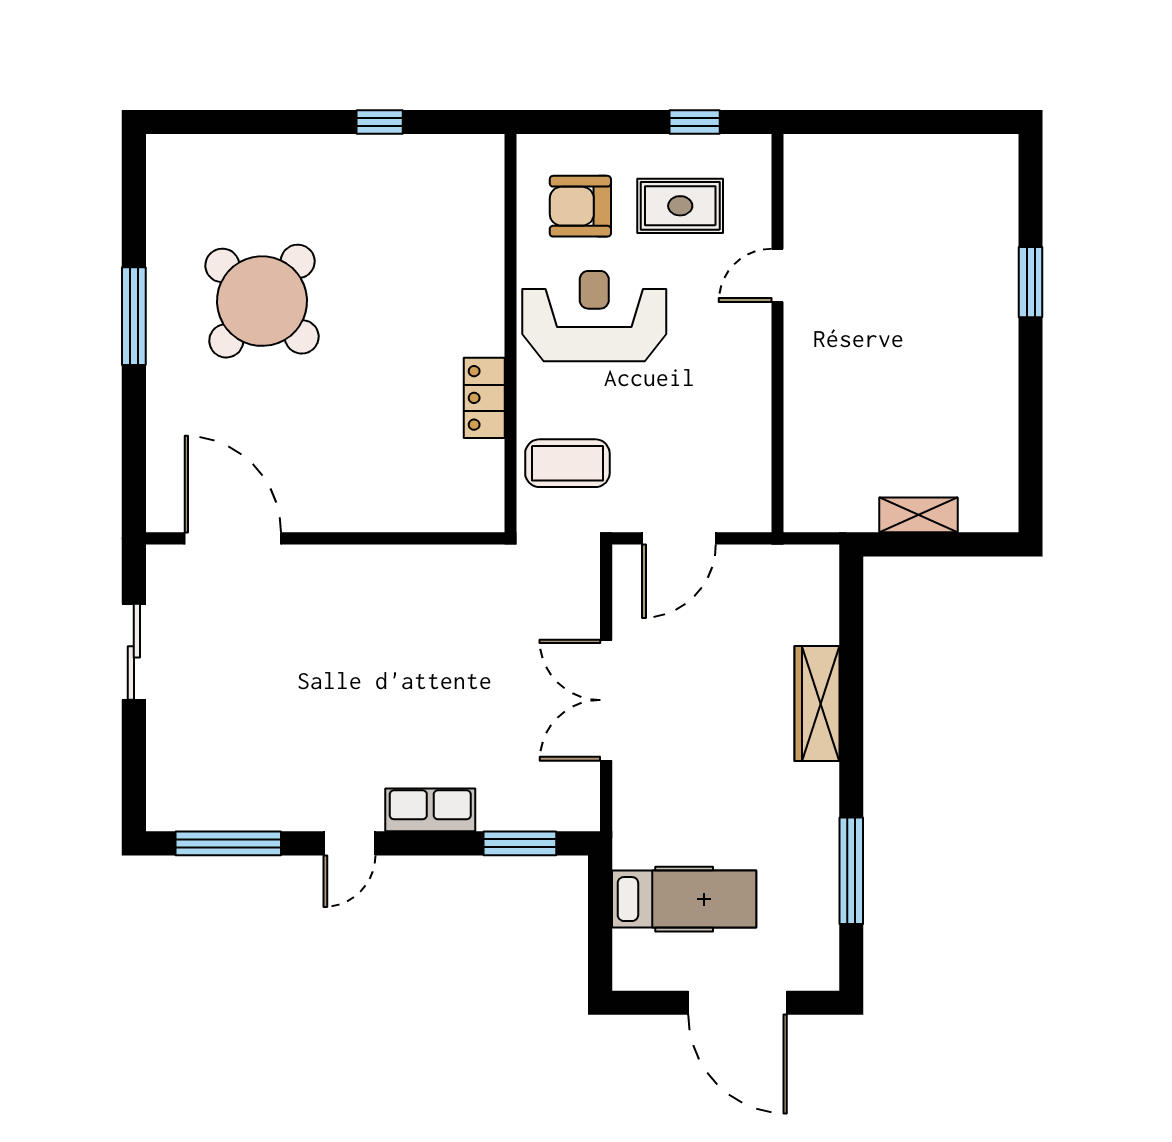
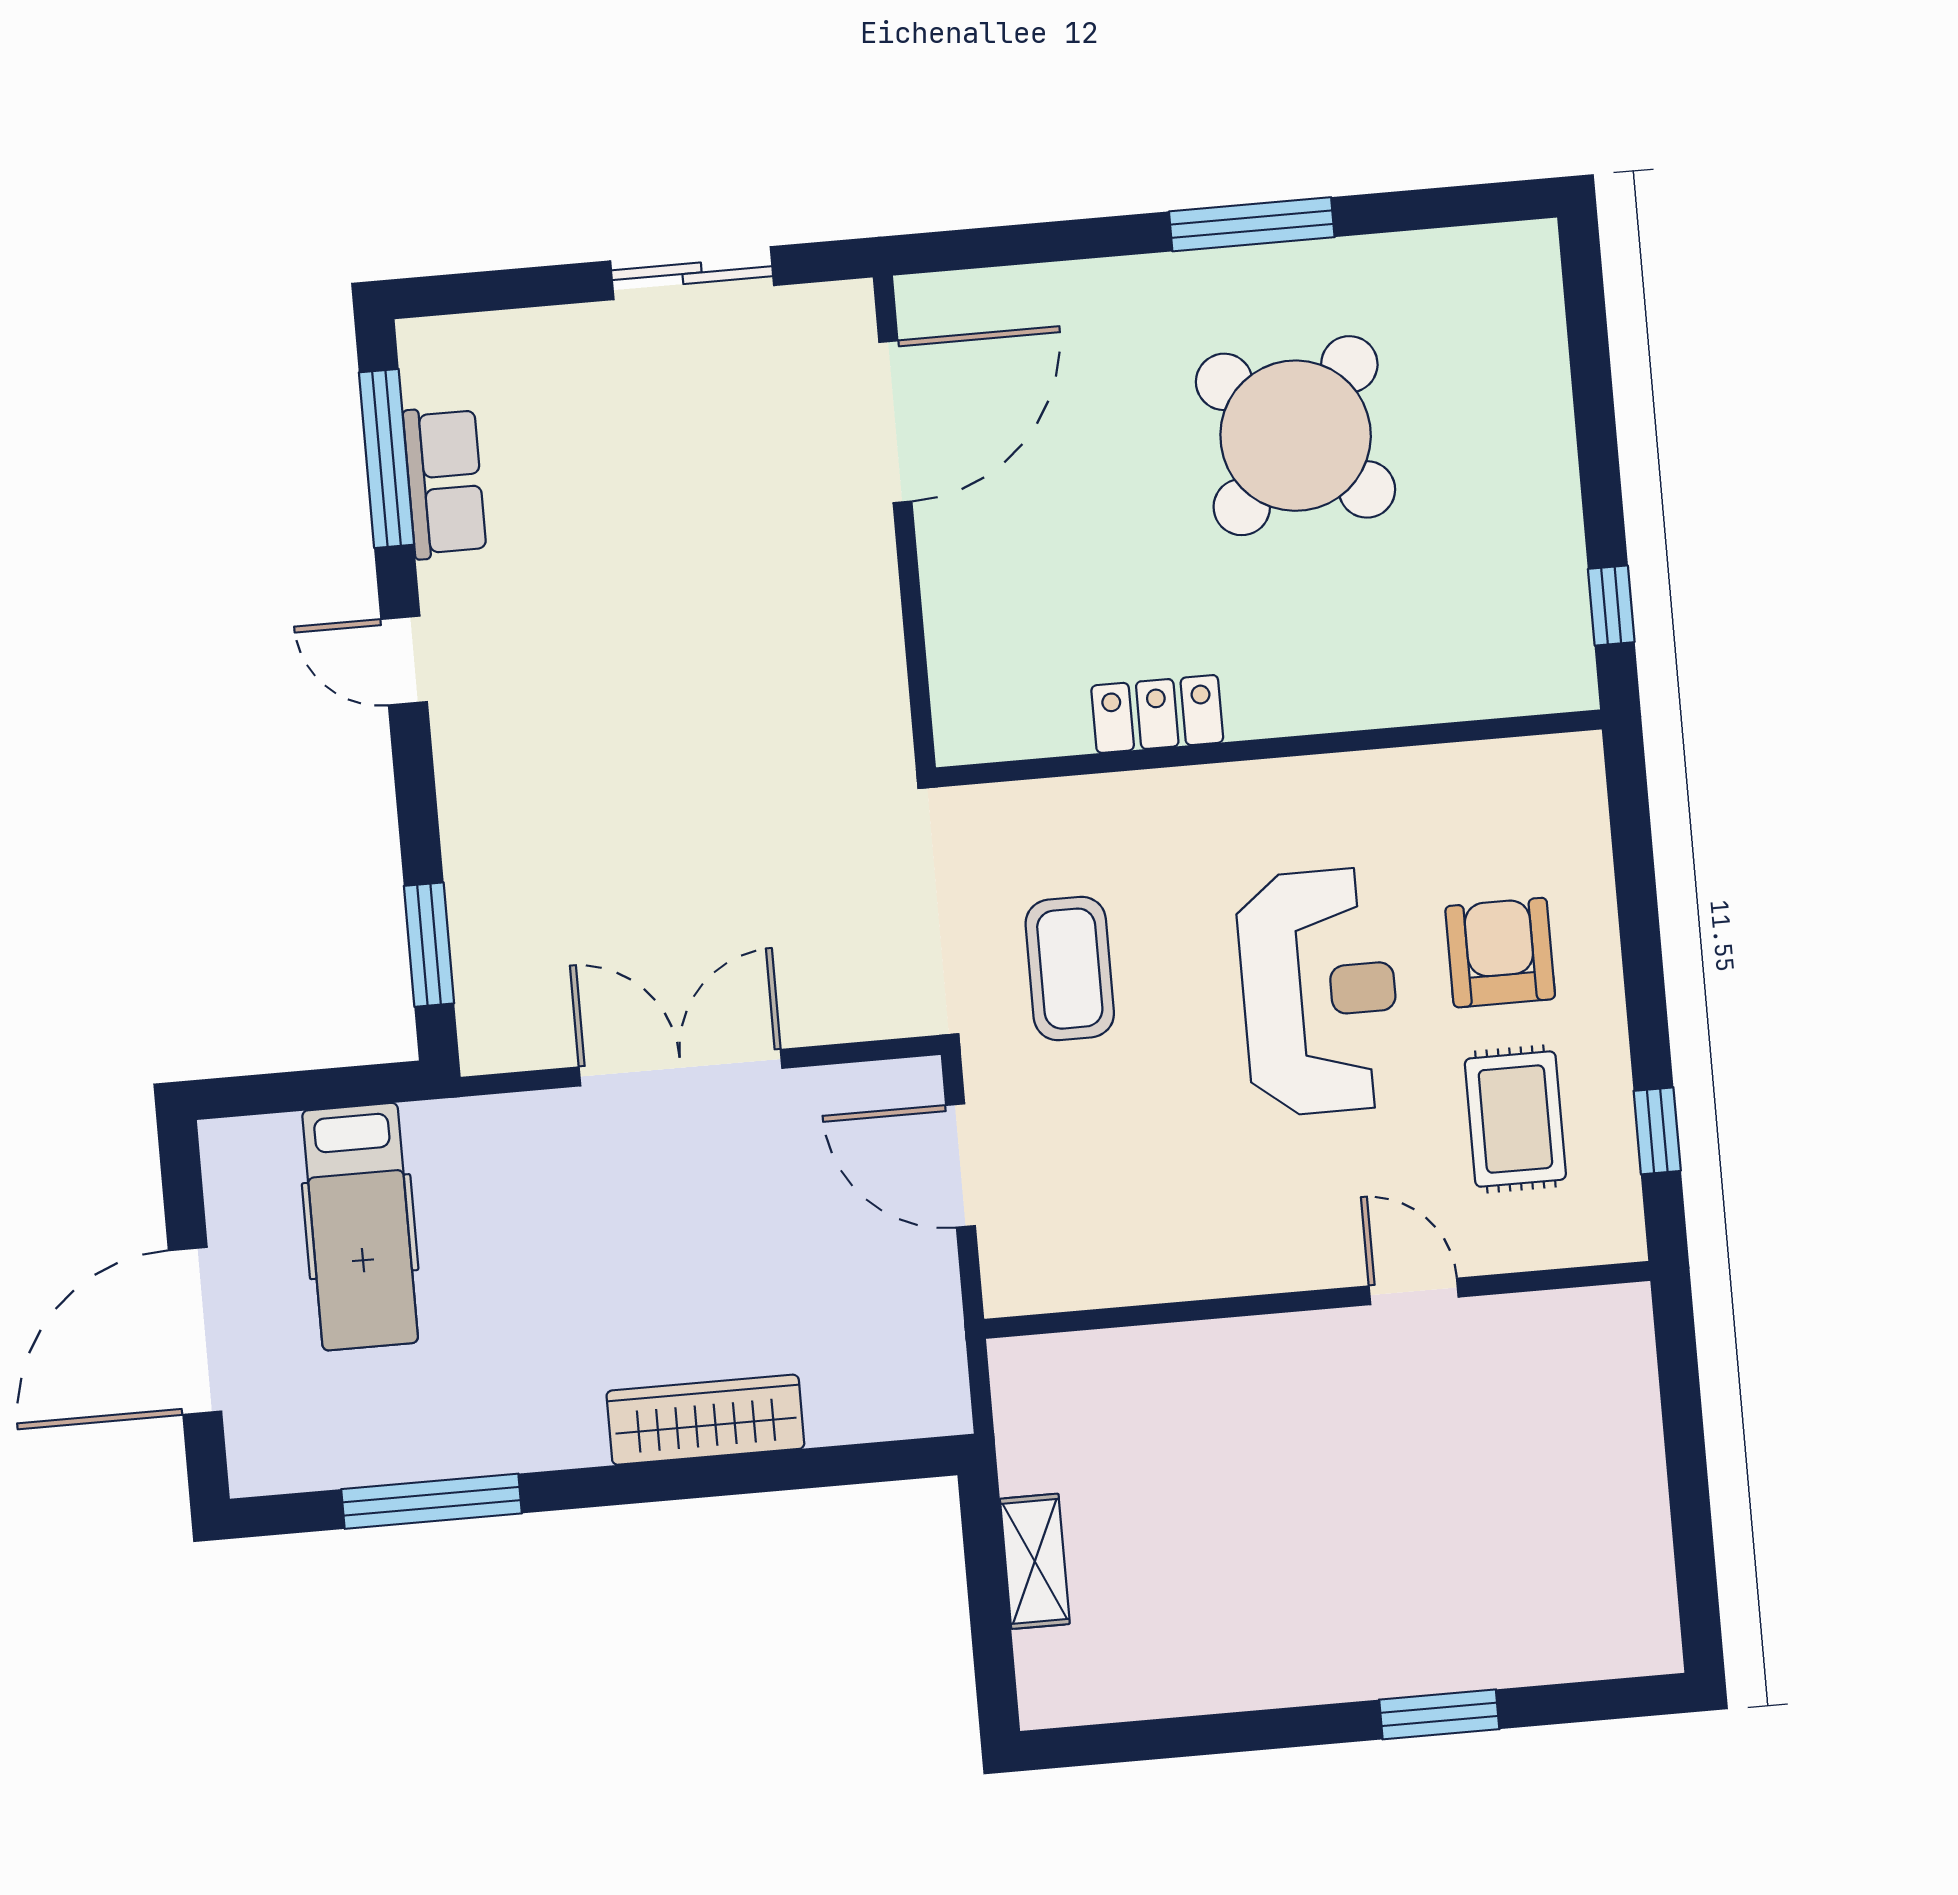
wall: (510, 333) -> (1269, 748), moved
locker: (484, 398) -> (1157, 714), moved
row of seats: (430, 810) -> (445, 482), moved

